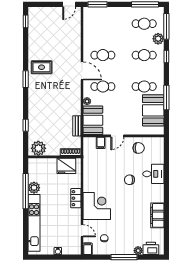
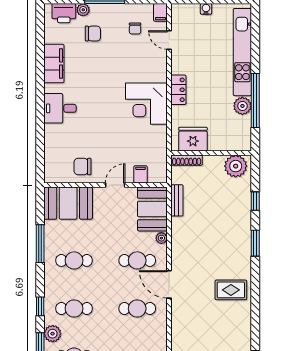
window: (26, 79) -> (255, 243), moved
booth: (153, 110) -> (68, 203), moved, turned 90
desk: (153, 174) -> (60, 108), moved
chair: (129, 180) -> (93, 34), moved
corner desk: (97, 206) -> (146, 104), moved

